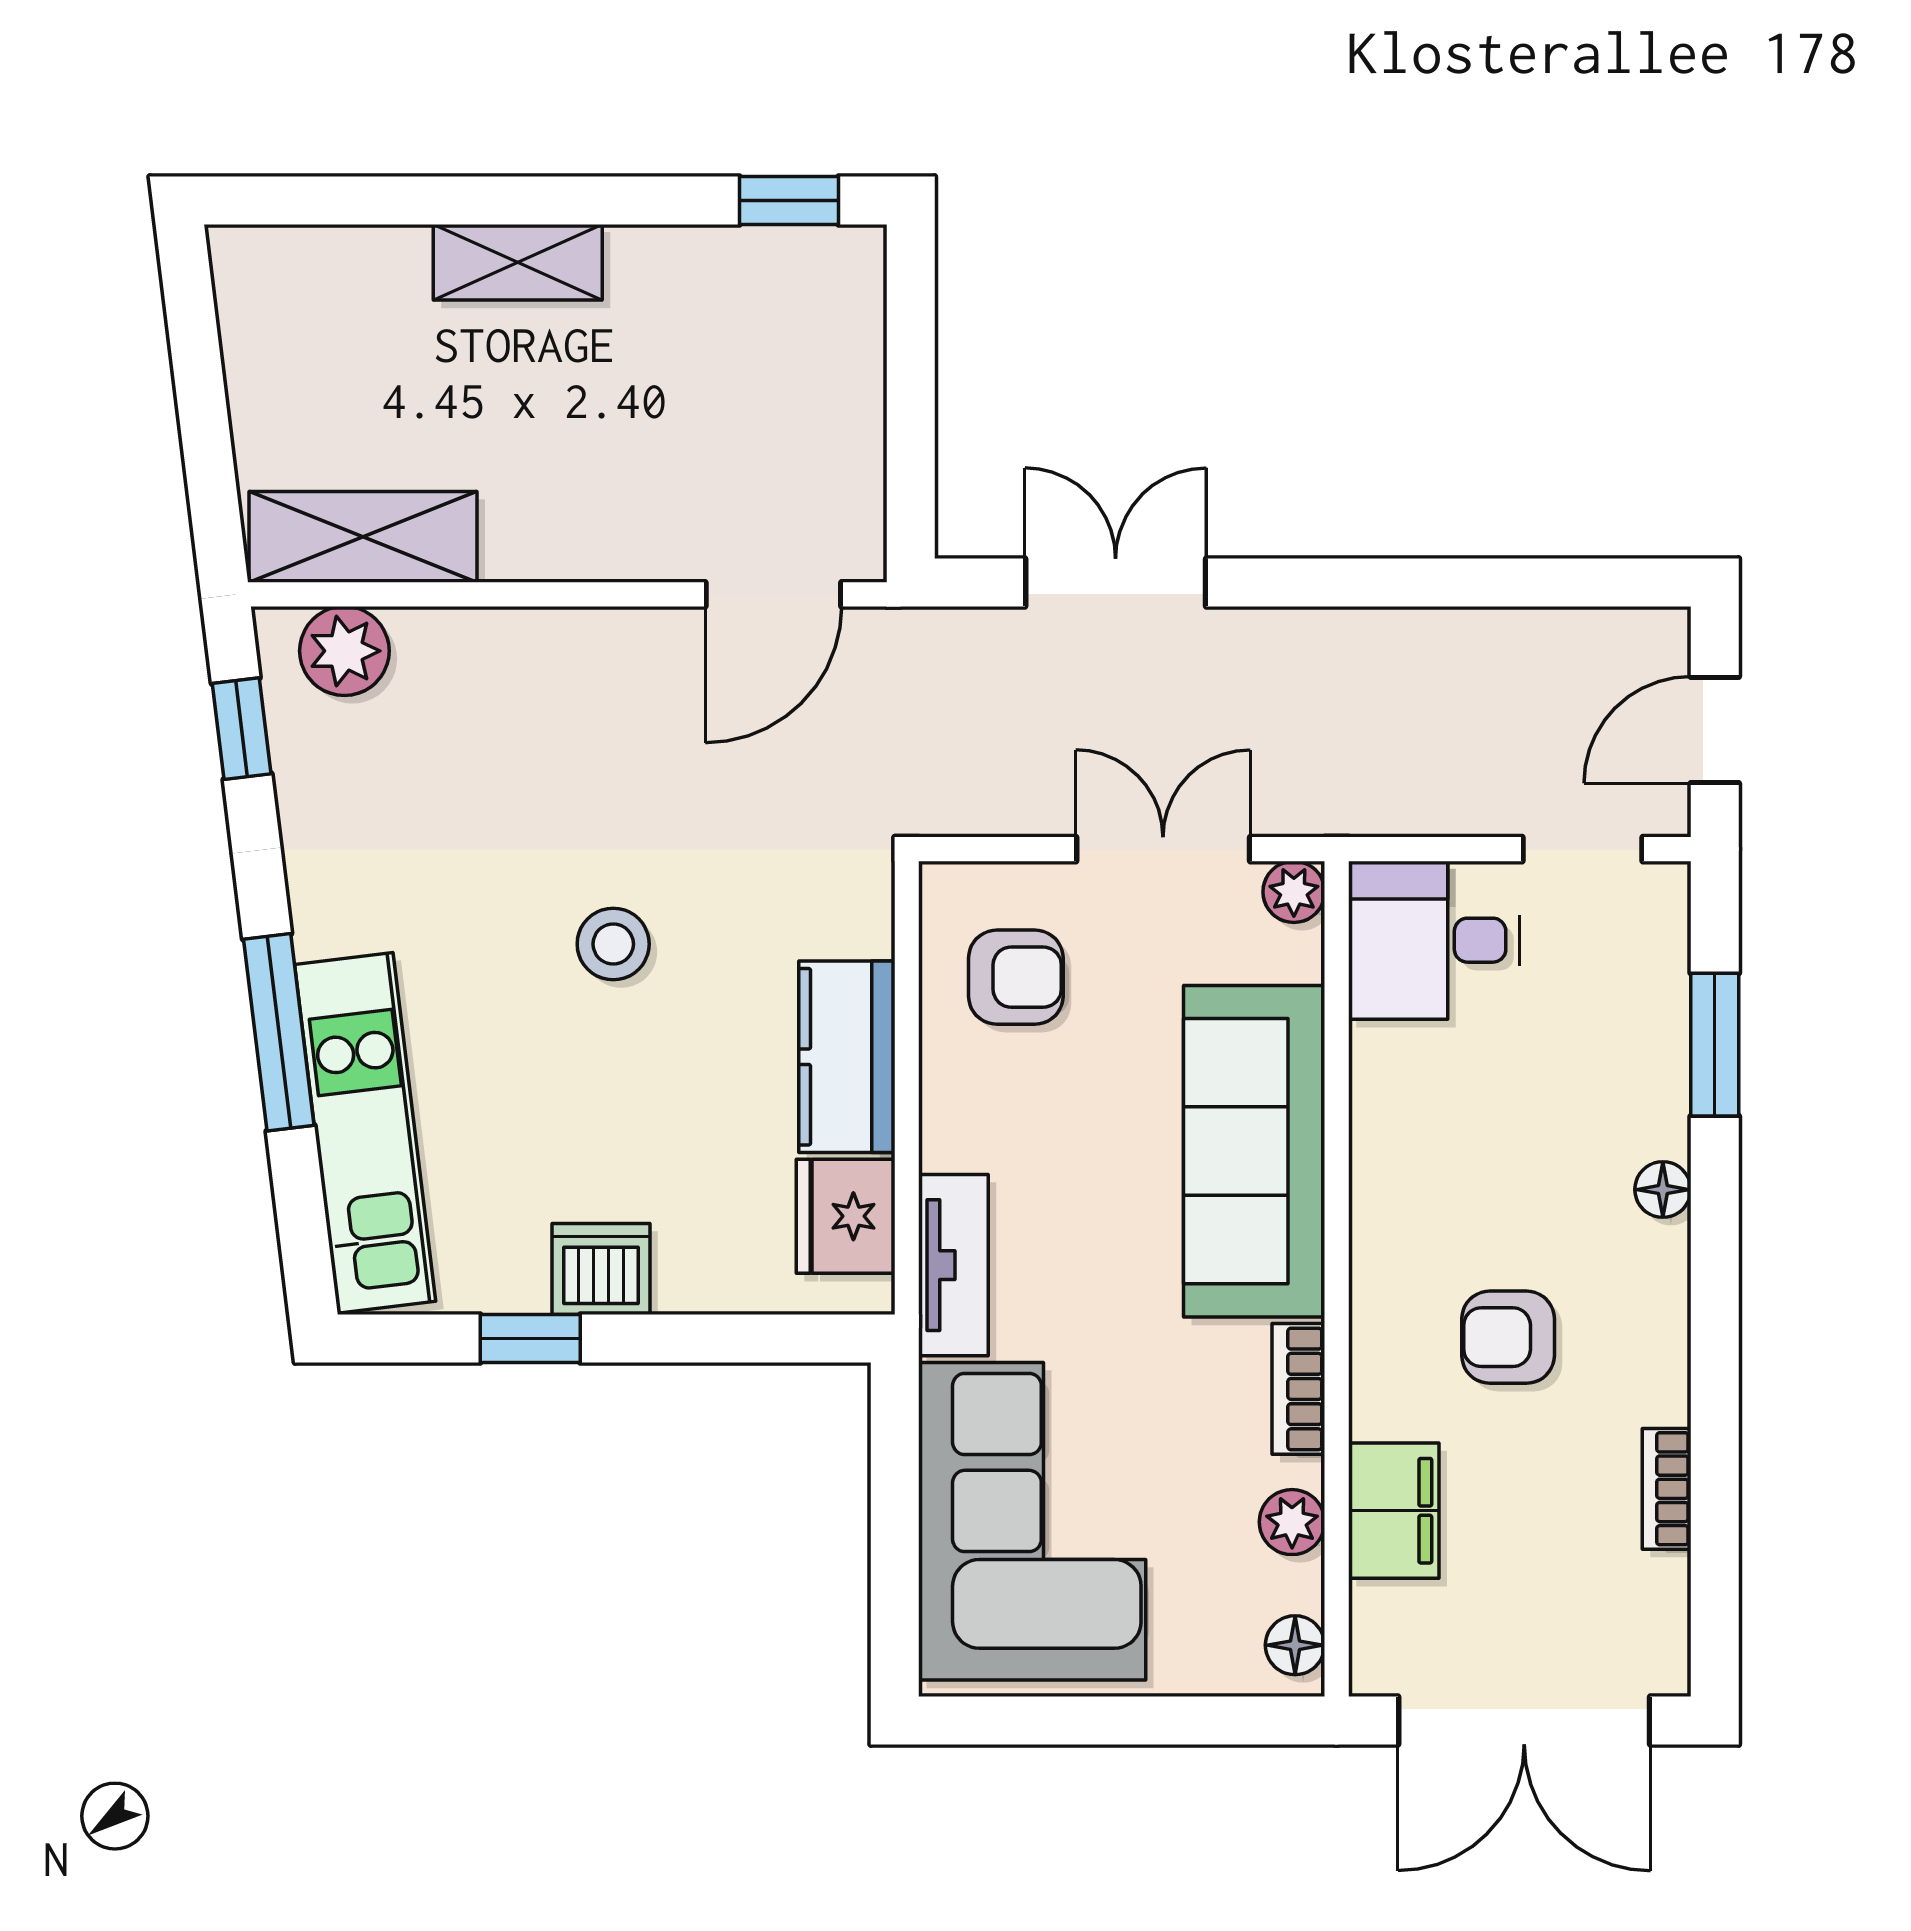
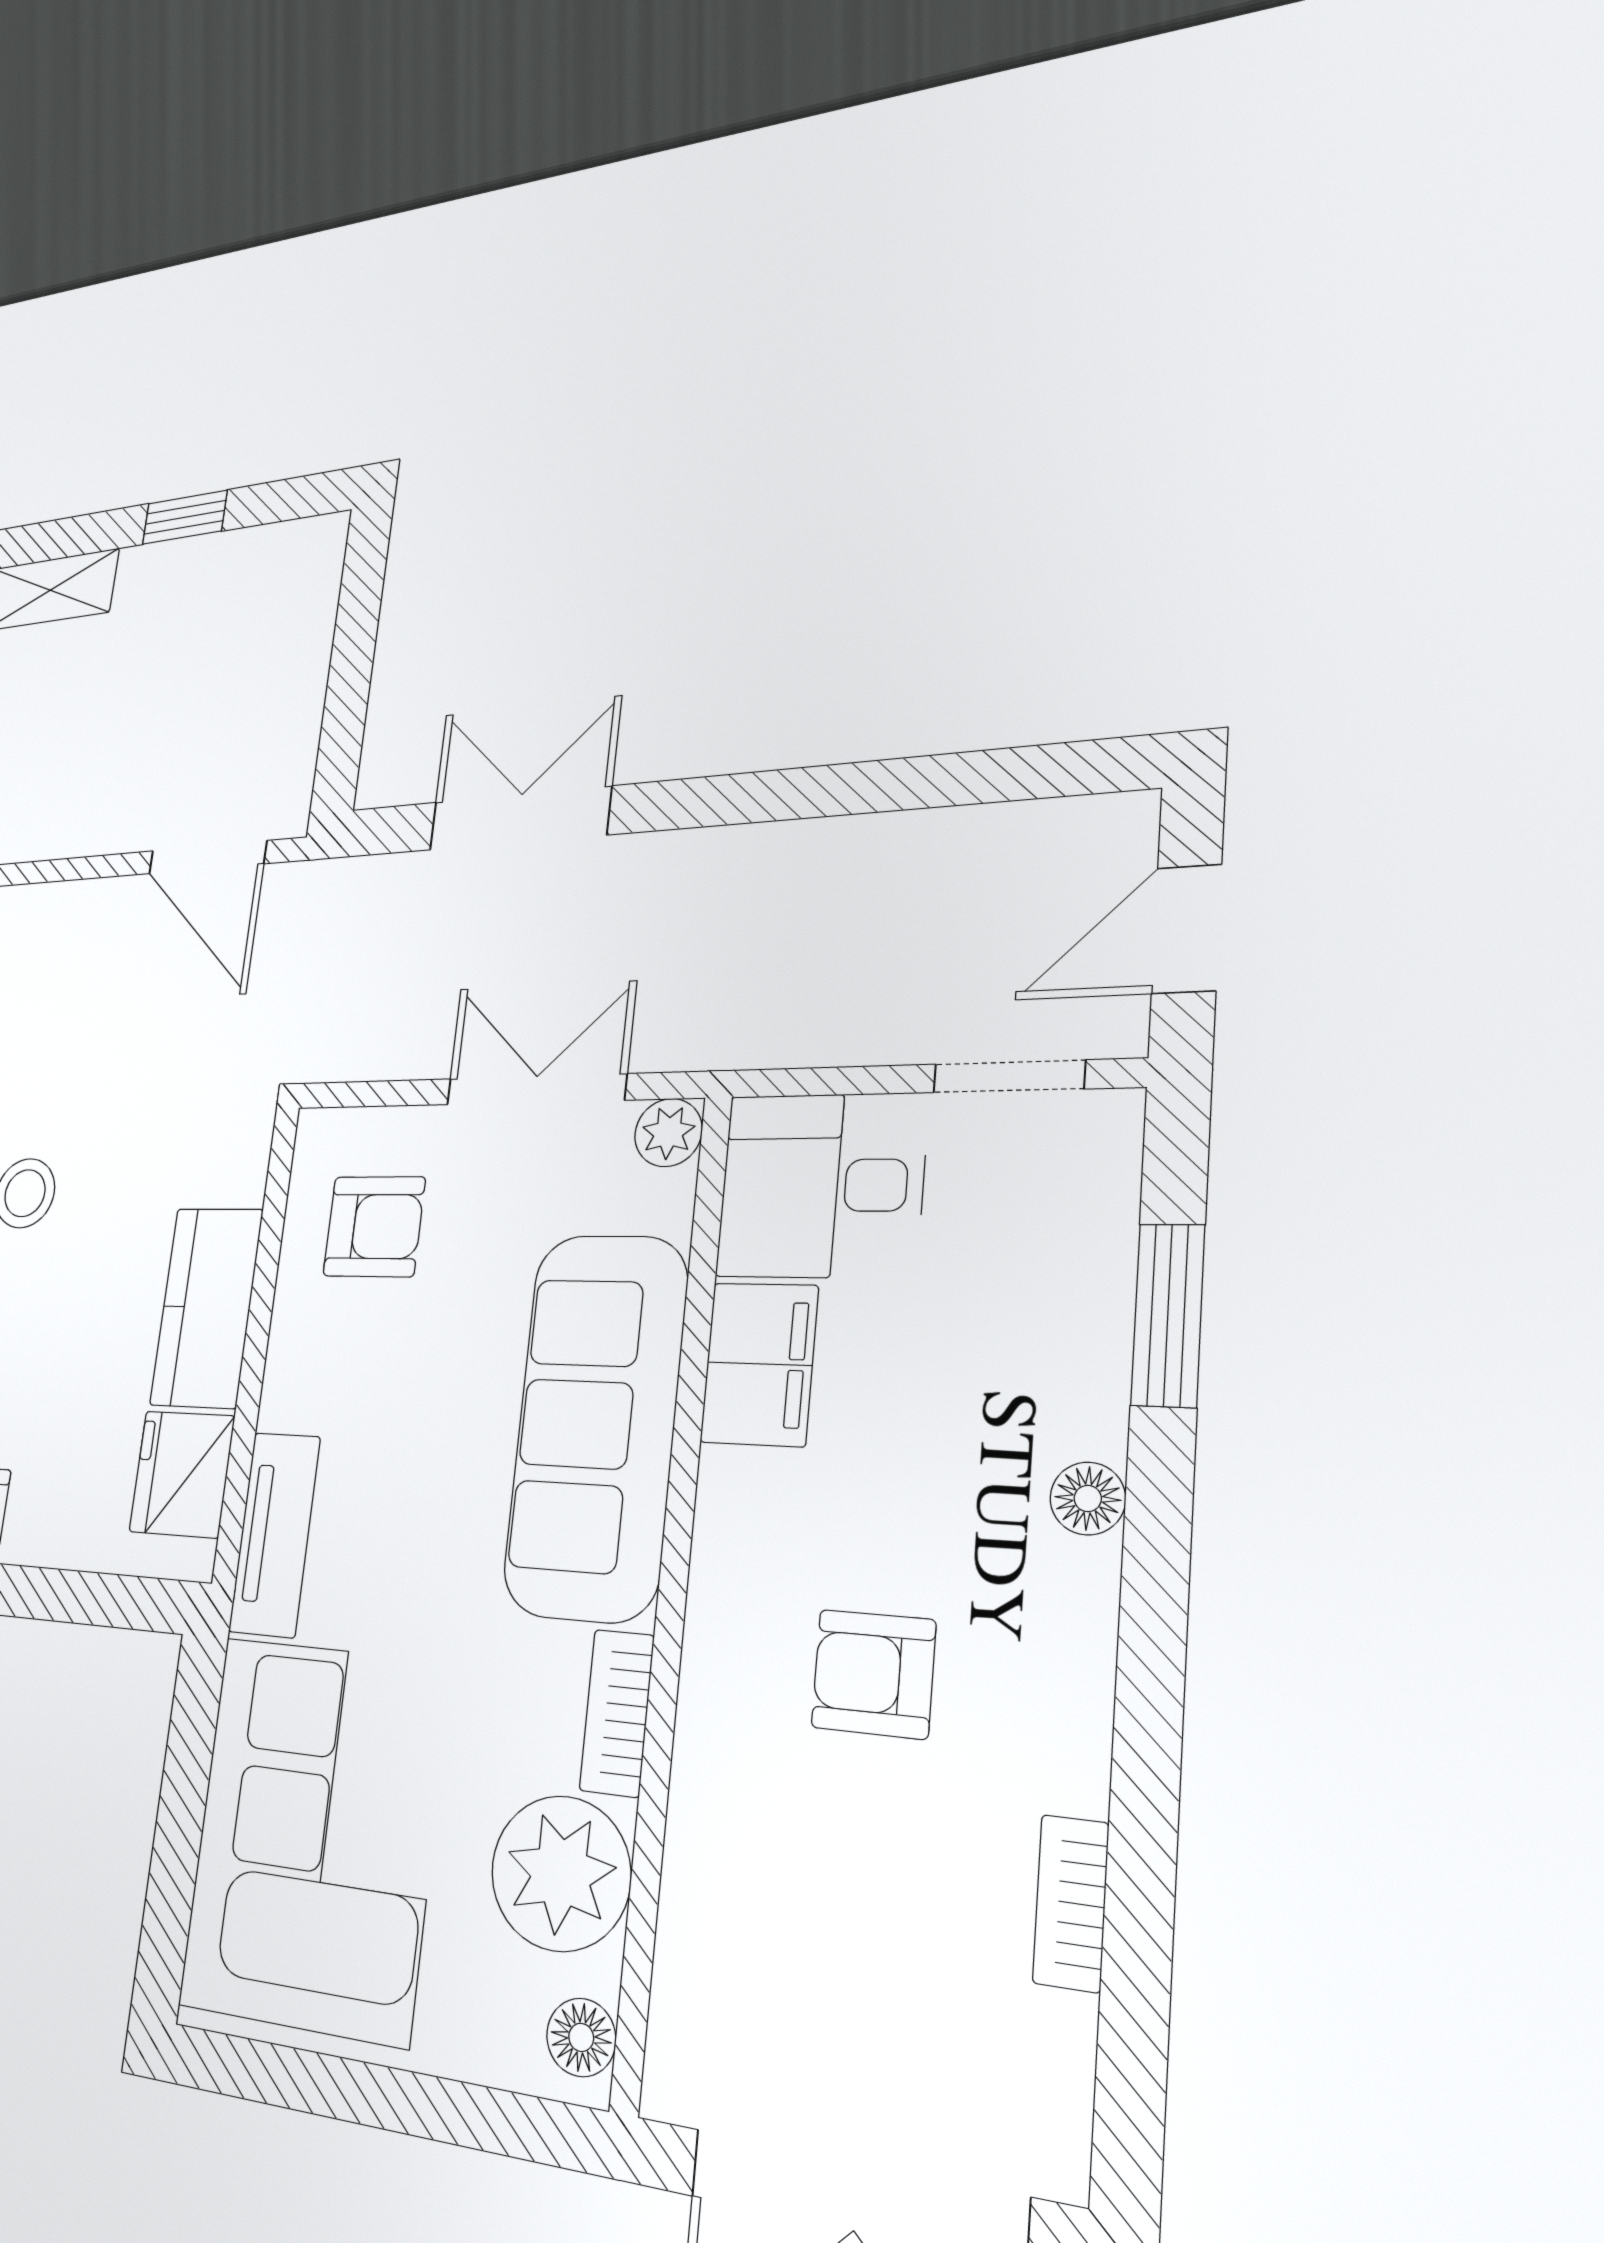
window: (789, 200) -> (185, 517), moved
door: (773, 594) -> (207, 857), hinge flipped
filing cabinet: (1394, 1511) -> (759, 1364), moved
plant: (1292, 1522) -> (561, 1873), width x1.88, depth x1.88

